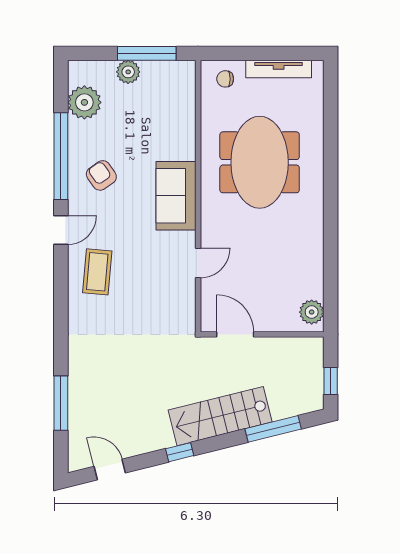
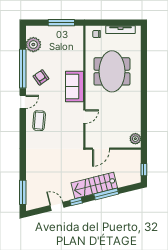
plant: (128, 72) -> (53, 31), removed
door: (235, 334) -> (101, 149), swing flipped
window: (61, 403) -> (23, 192), moved
window: (273, 429) -> (106, 194), moved
door: (110, 470) -> (57, 206), moved

